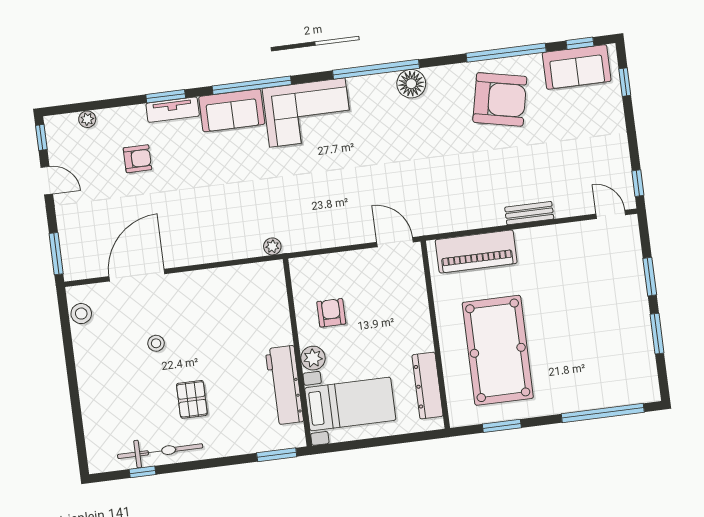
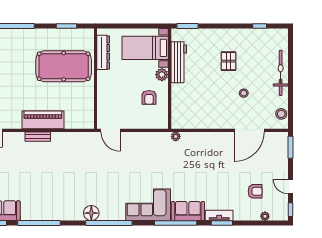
armchair: (500, 99) -> (46, 199), removed
armchair: (137, 159) -> (255, 191), moved, turned 180
piano: (476, 251) -> (43, 120), moved
pool table: (498, 350) -> (64, 66), turned 90
bicycle: (160, 451) -> (281, 73), moved, turned 90

